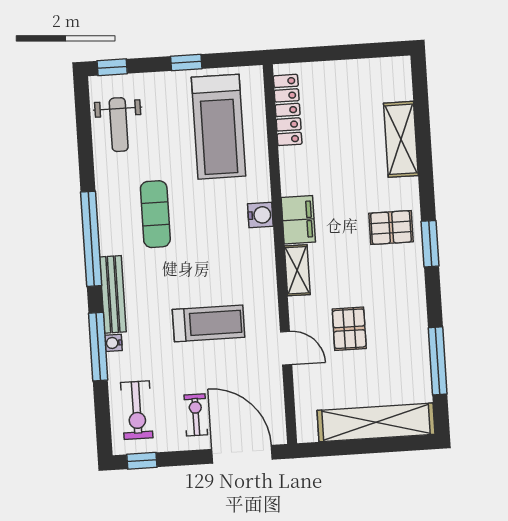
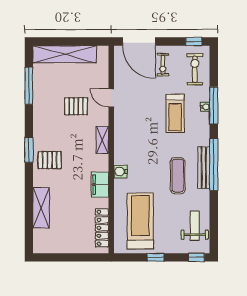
filing cabinet: (298, 220) -> (100, 185), moved
bench: (113, 294) -> (204, 168), moved
treadmill: (209, 323) -> (175, 113), moved, turned -90
pallet: (349, 329) -> (76, 106), turned 90

